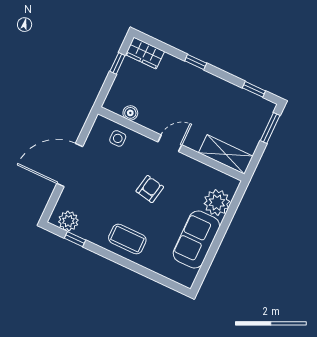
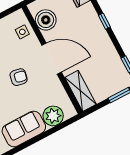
boiler: (130, 113) -> (46, 20), width x1.86, depth x1.86
door: (170, 143) -> (52, 59), width x1.88

